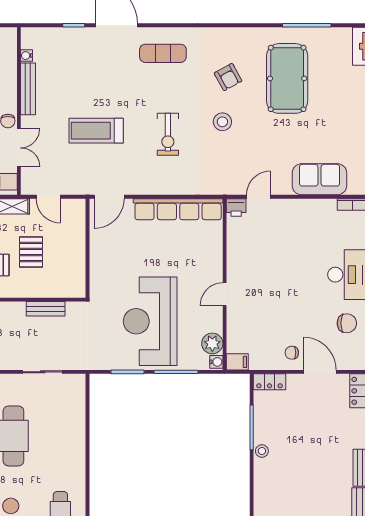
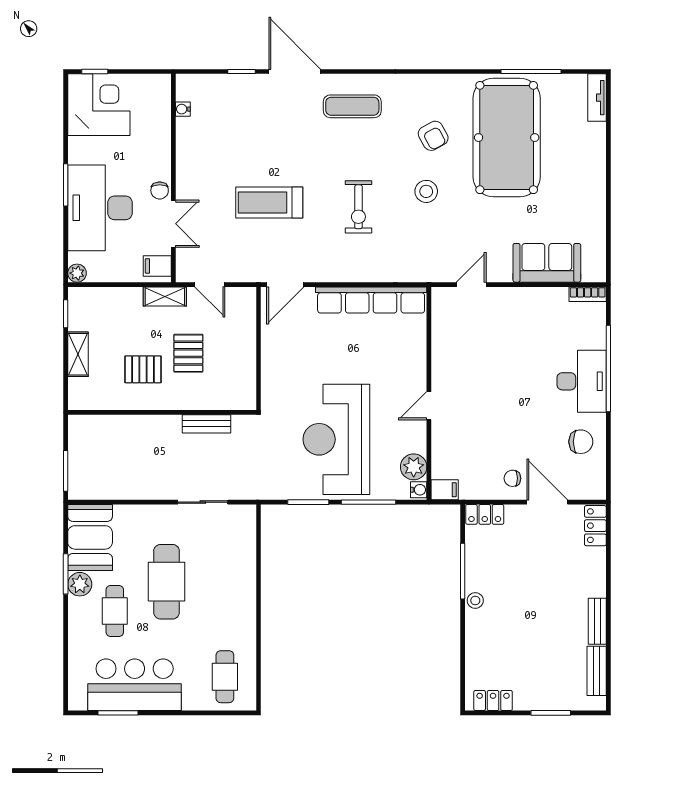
pool table: (287, 78) -> (507, 138), width x1.36, depth x1.32
bench: (28, 89) -> (185, 151), removed
printer: (236, 207) -> (443, 298), removed

